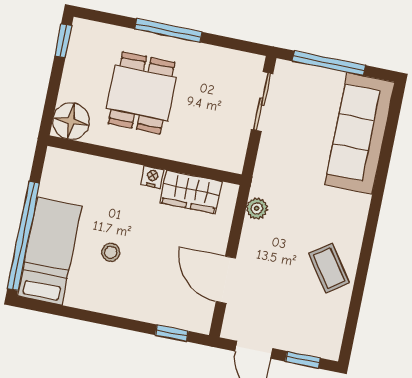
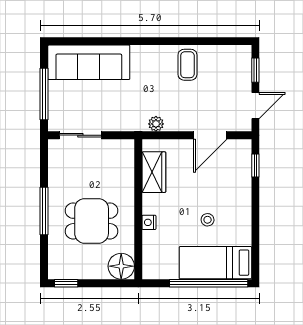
nightstand: (152, 177) -> (149, 222), moved
coffee table: (329, 268) -> (187, 65), turned -55

